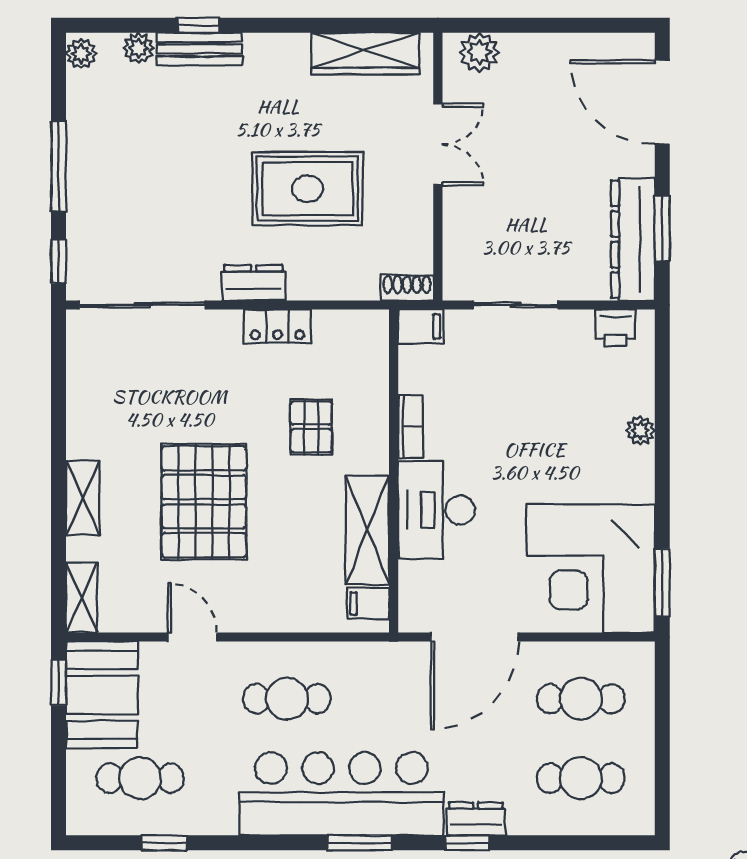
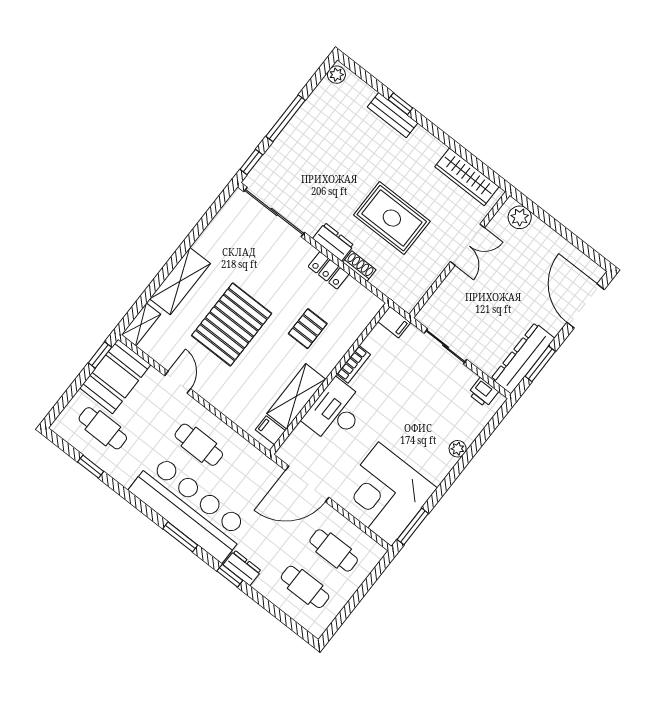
plant: (139, 48) -> (365, 93), removed
shoe rack: (407, 288) -> (359, 266), moved
shelving: (83, 498) -> (180, 281), width x1.50, depth x1.33

